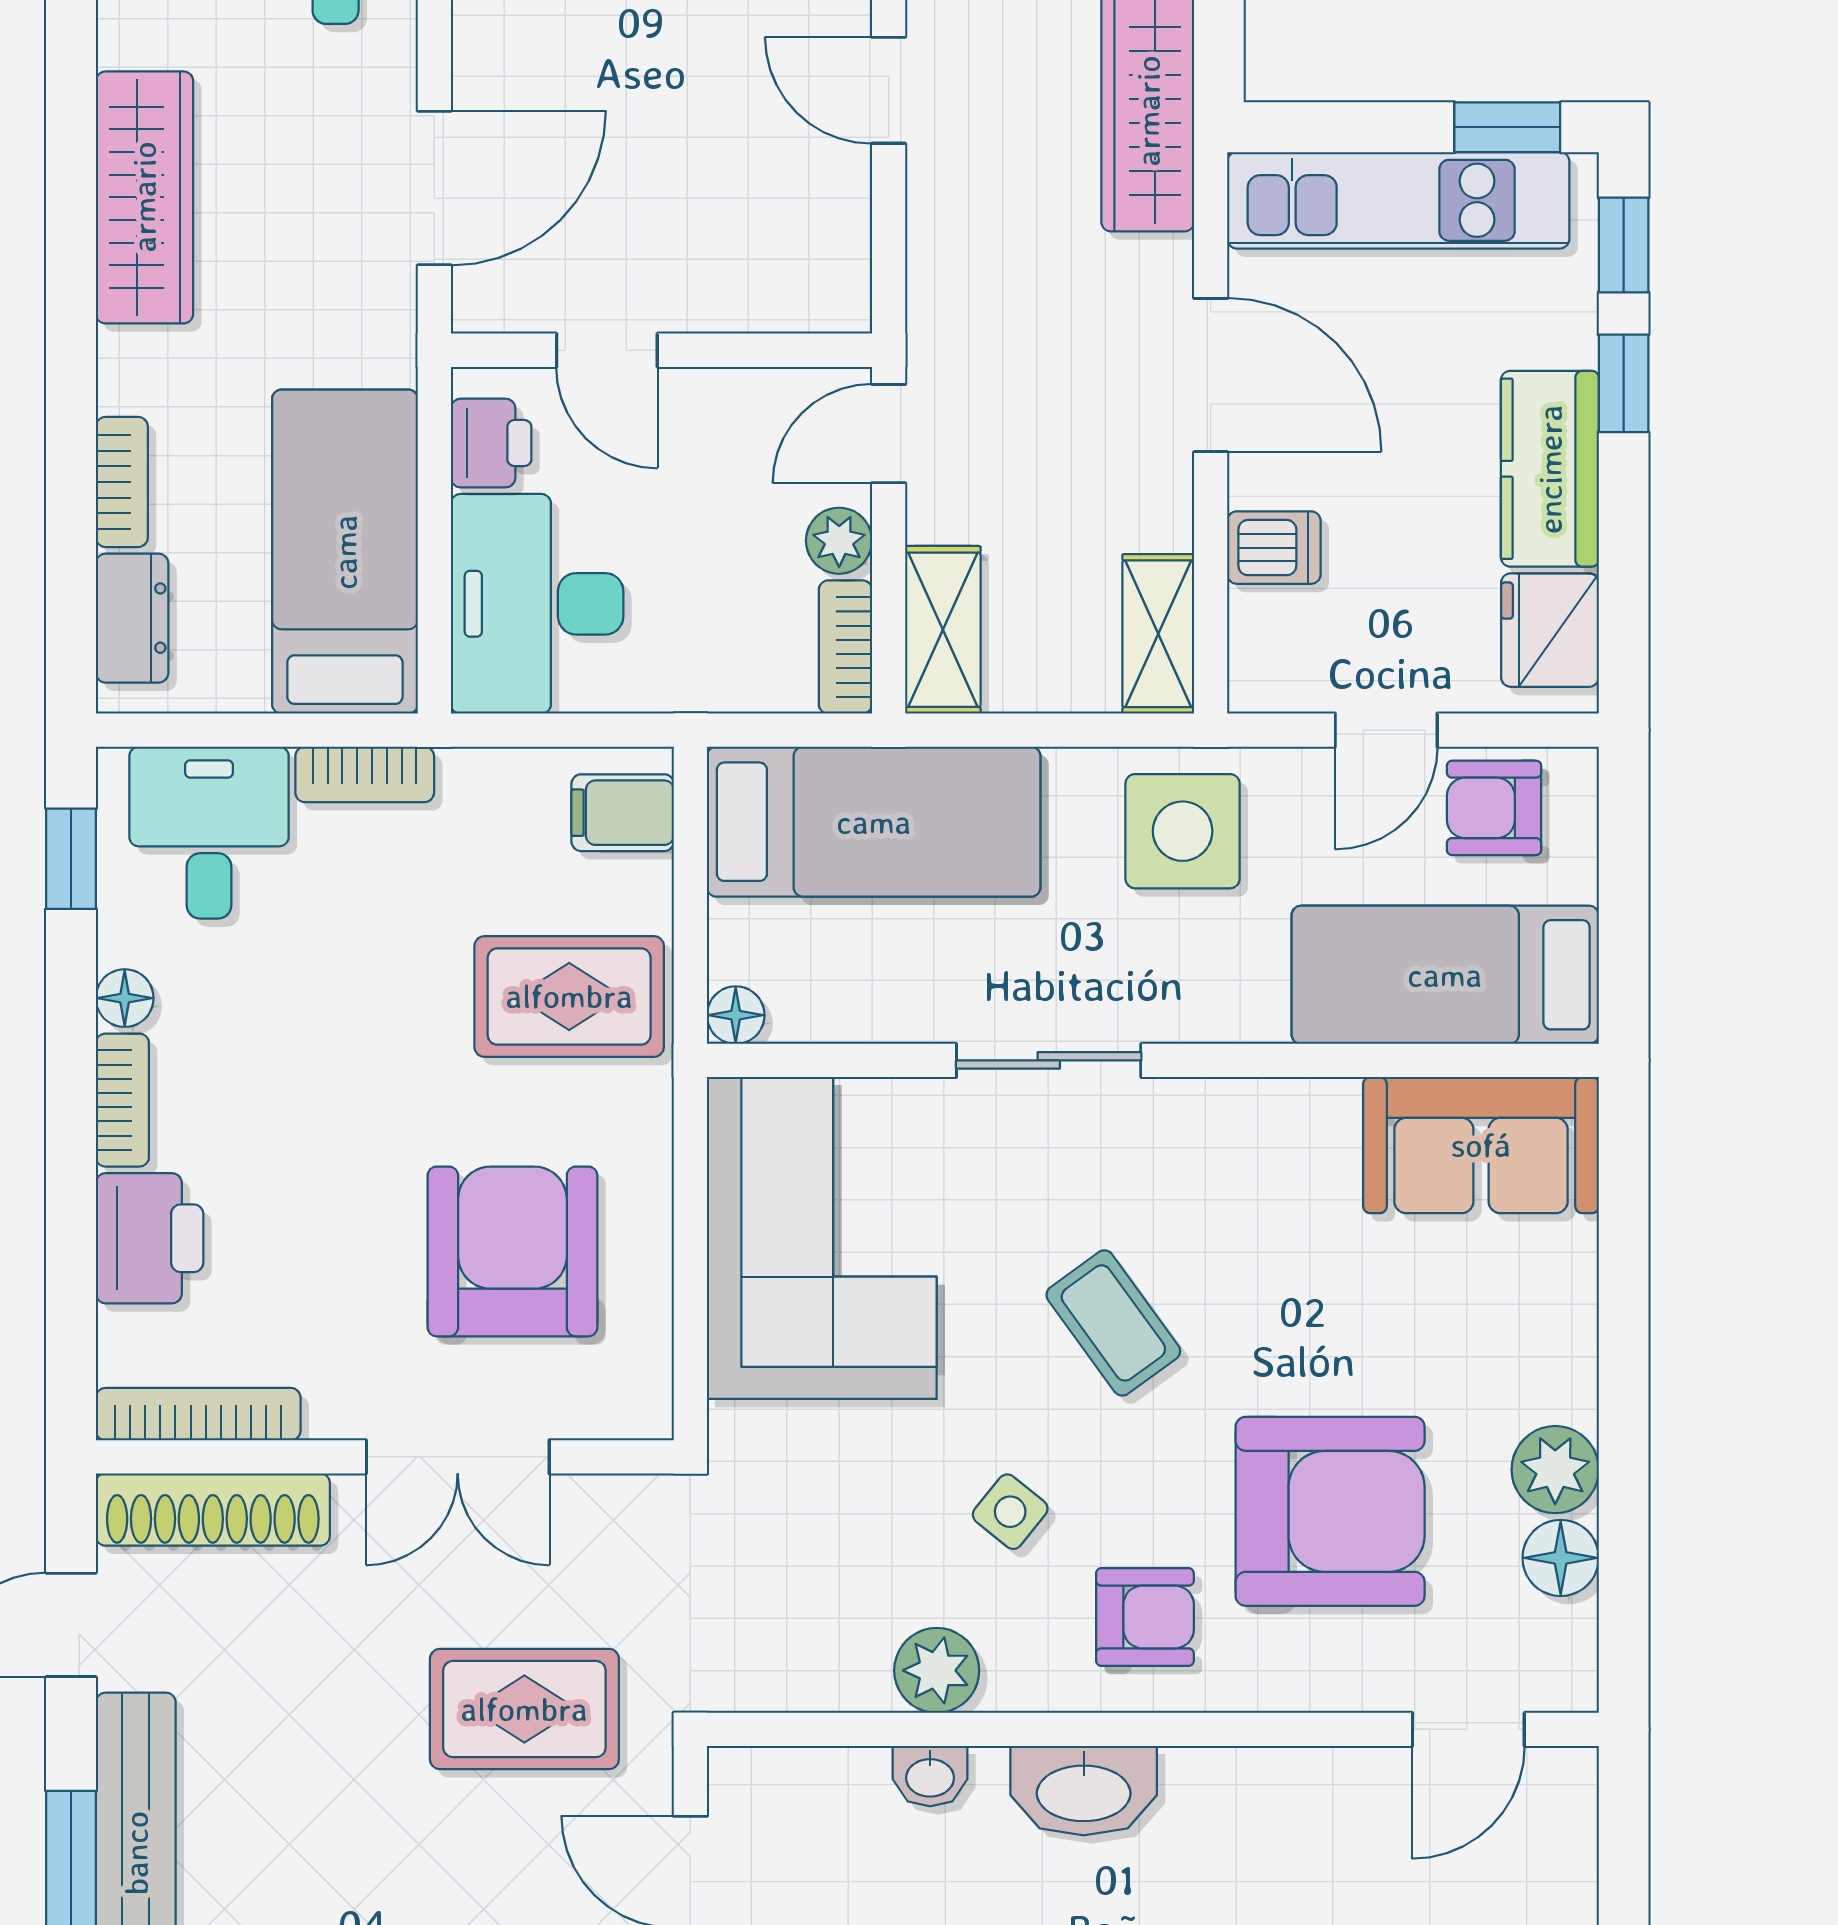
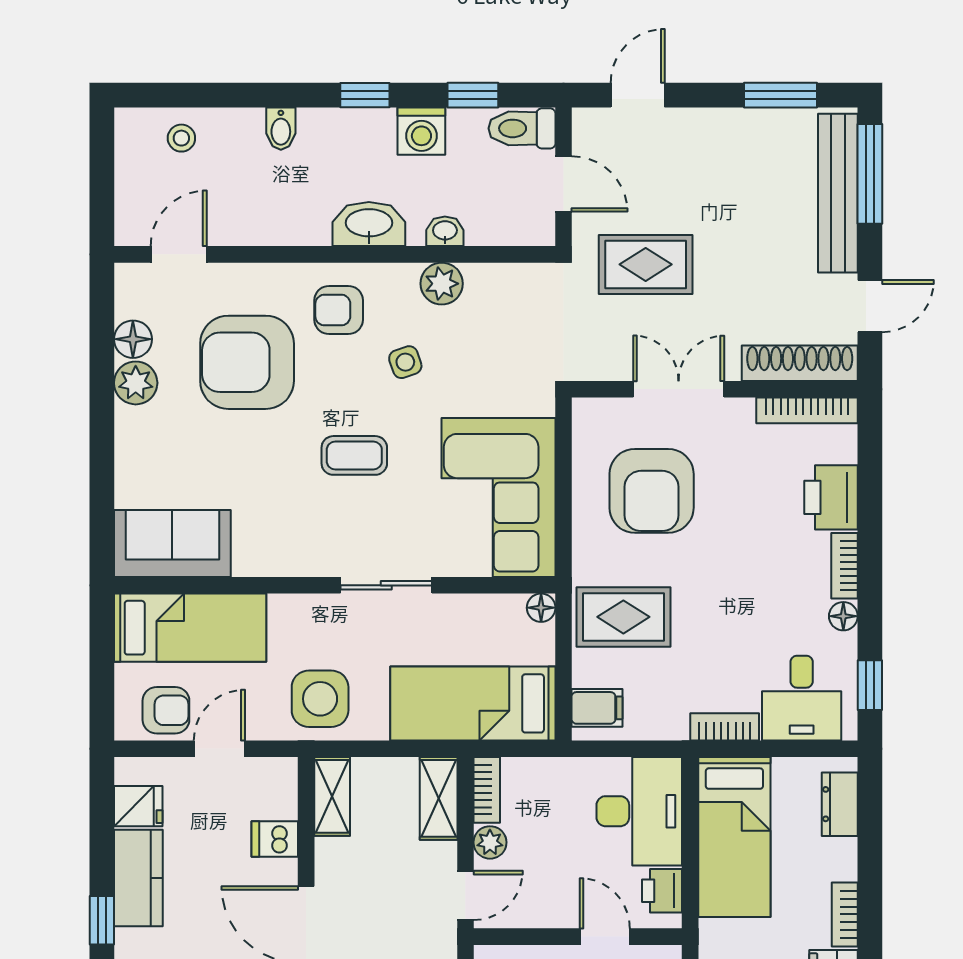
bookcase: (122, 482) -> (845, 914), moved
fridge: (1550, 630) -> (138, 806), width x0.72
coffee table: (1113, 1323) -> (354, 455), turned -54
side table: (1010, 1512) -> (405, 362), turned 32

